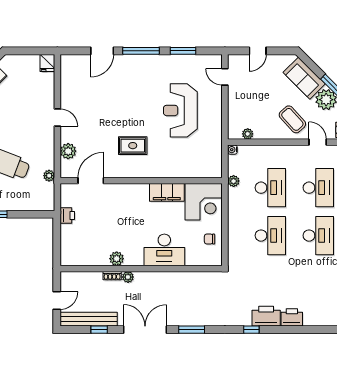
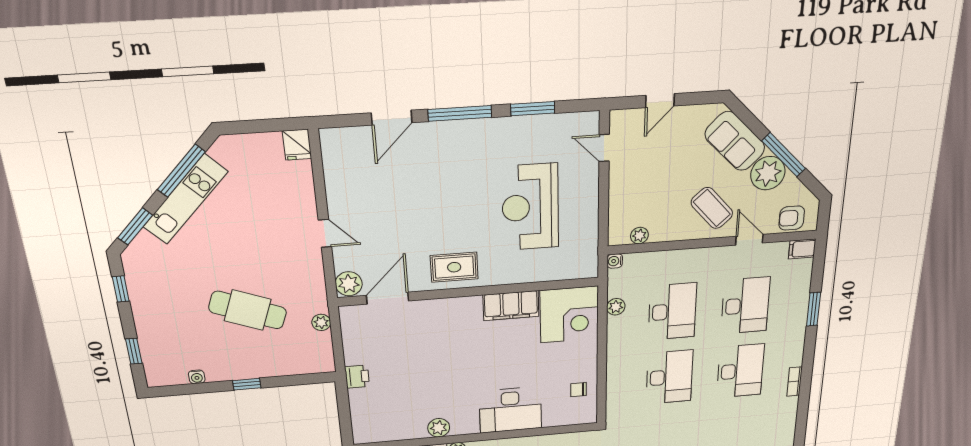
door: (91, 181) -> (388, 298), moved
wall: (141, 181) -> (469, 292), moved
filing cabinet: (167, 192) -> (511, 306), moved
corner desk: (204, 202) -> (569, 315), moved

